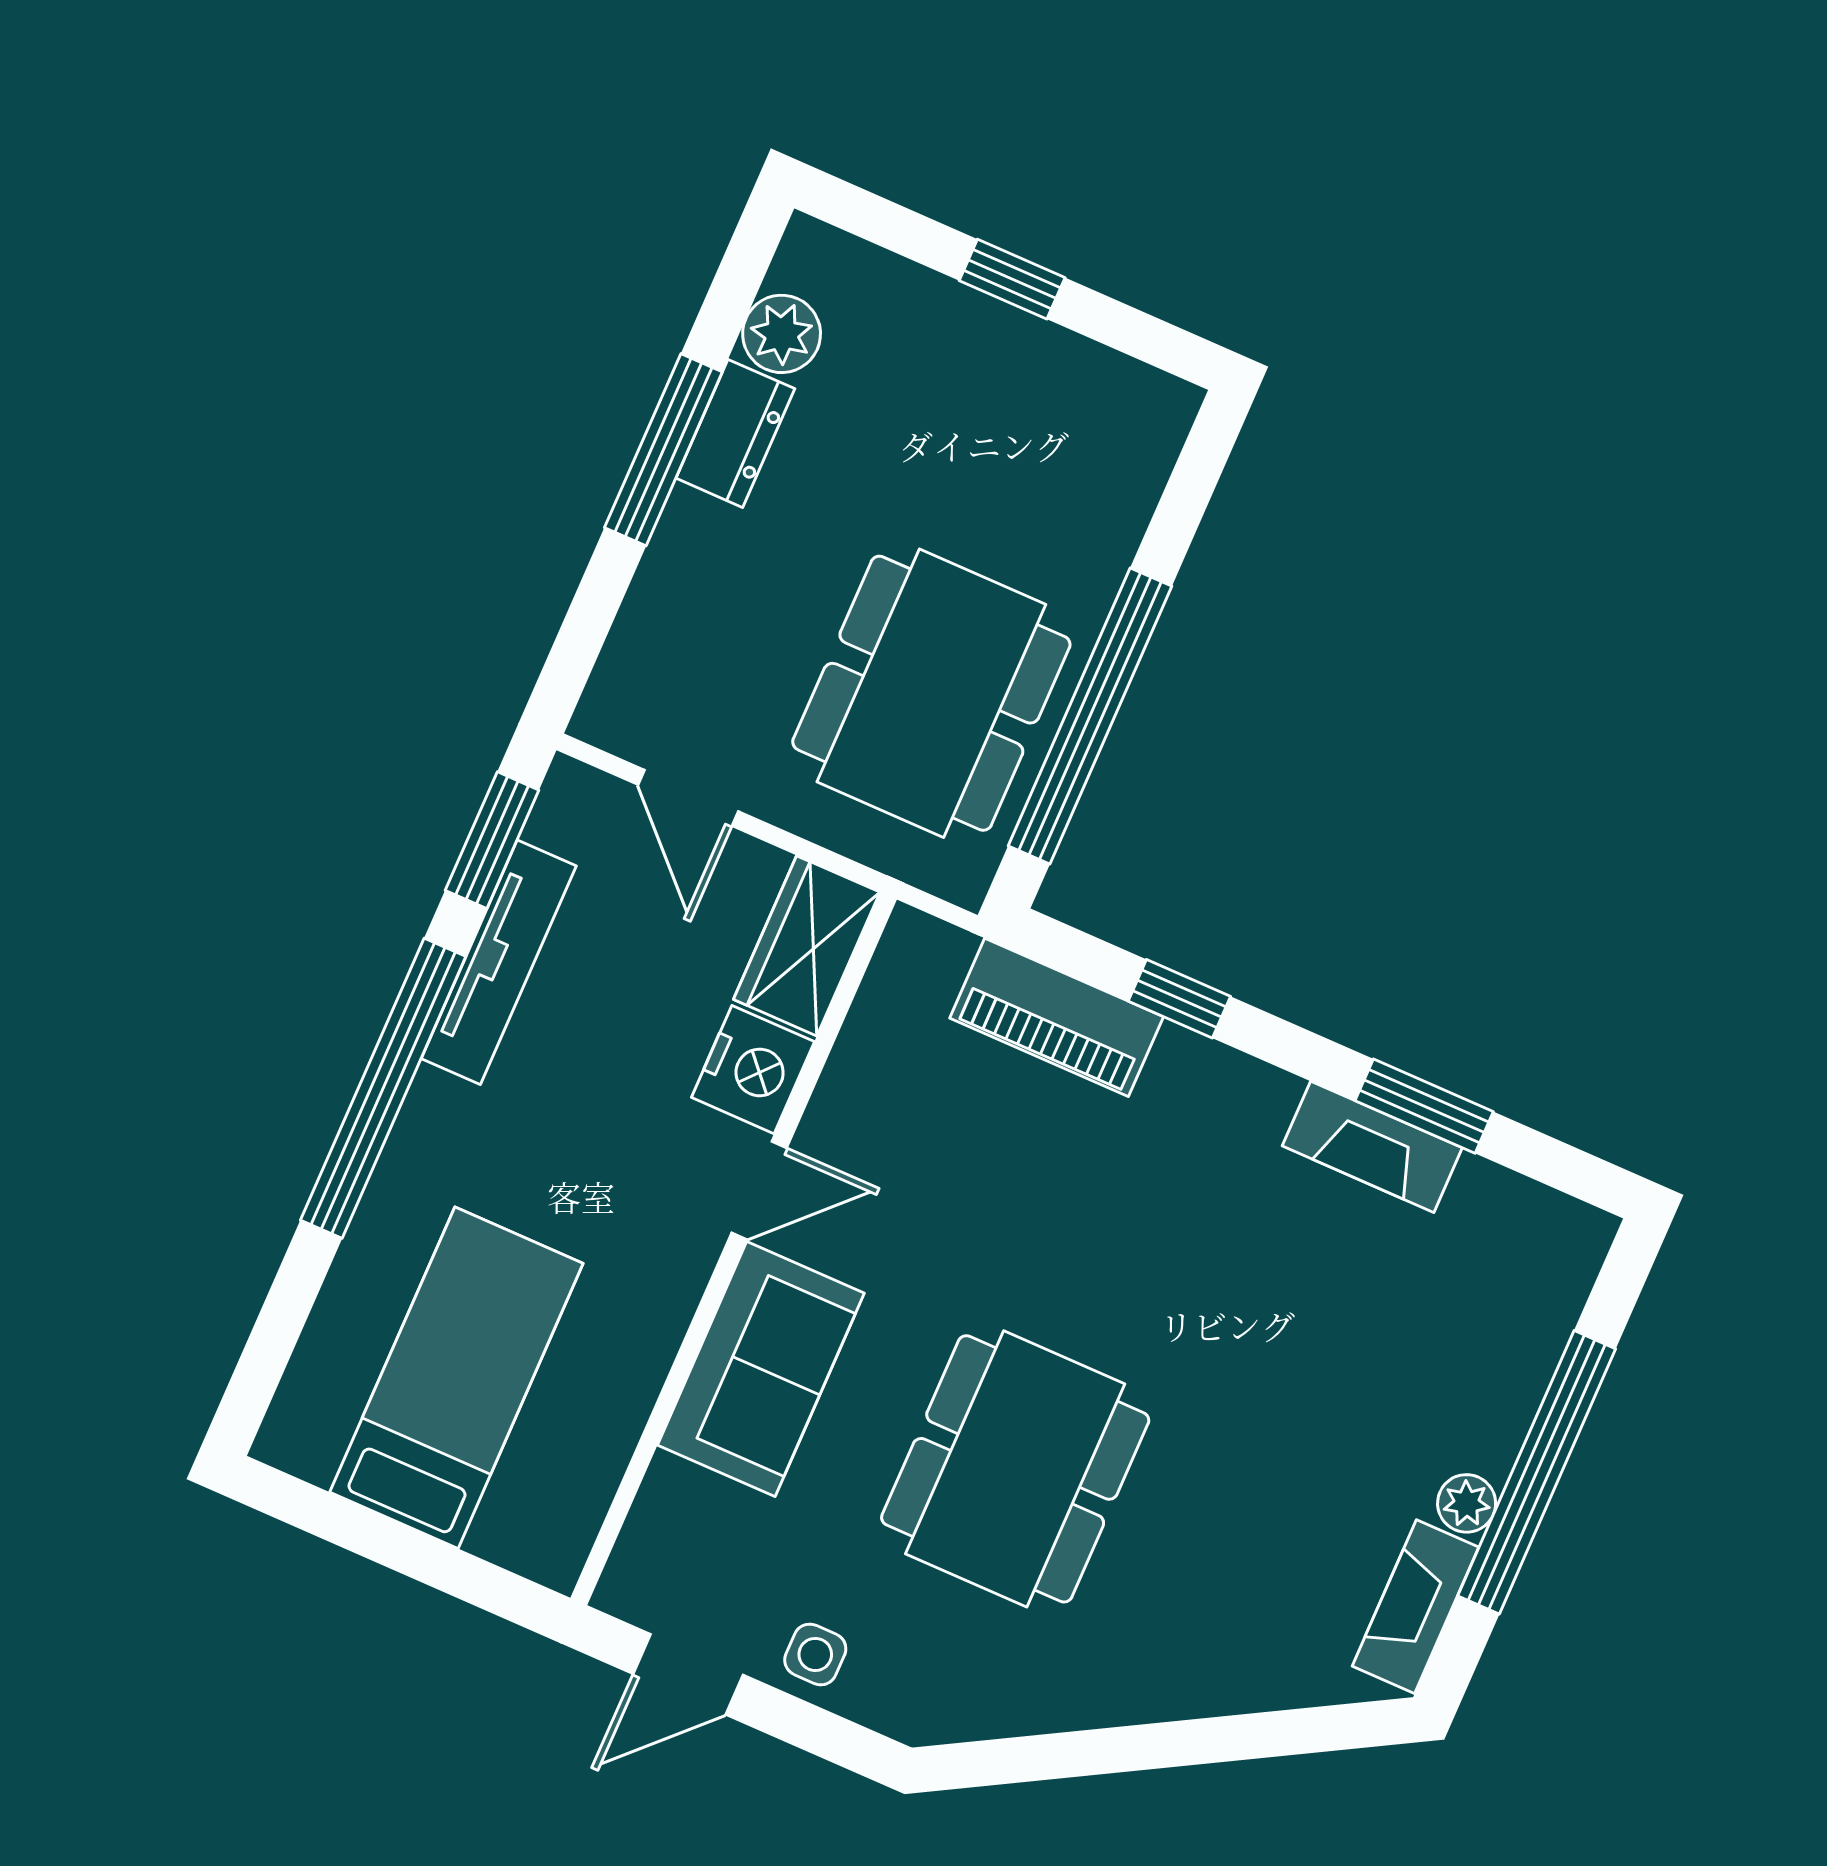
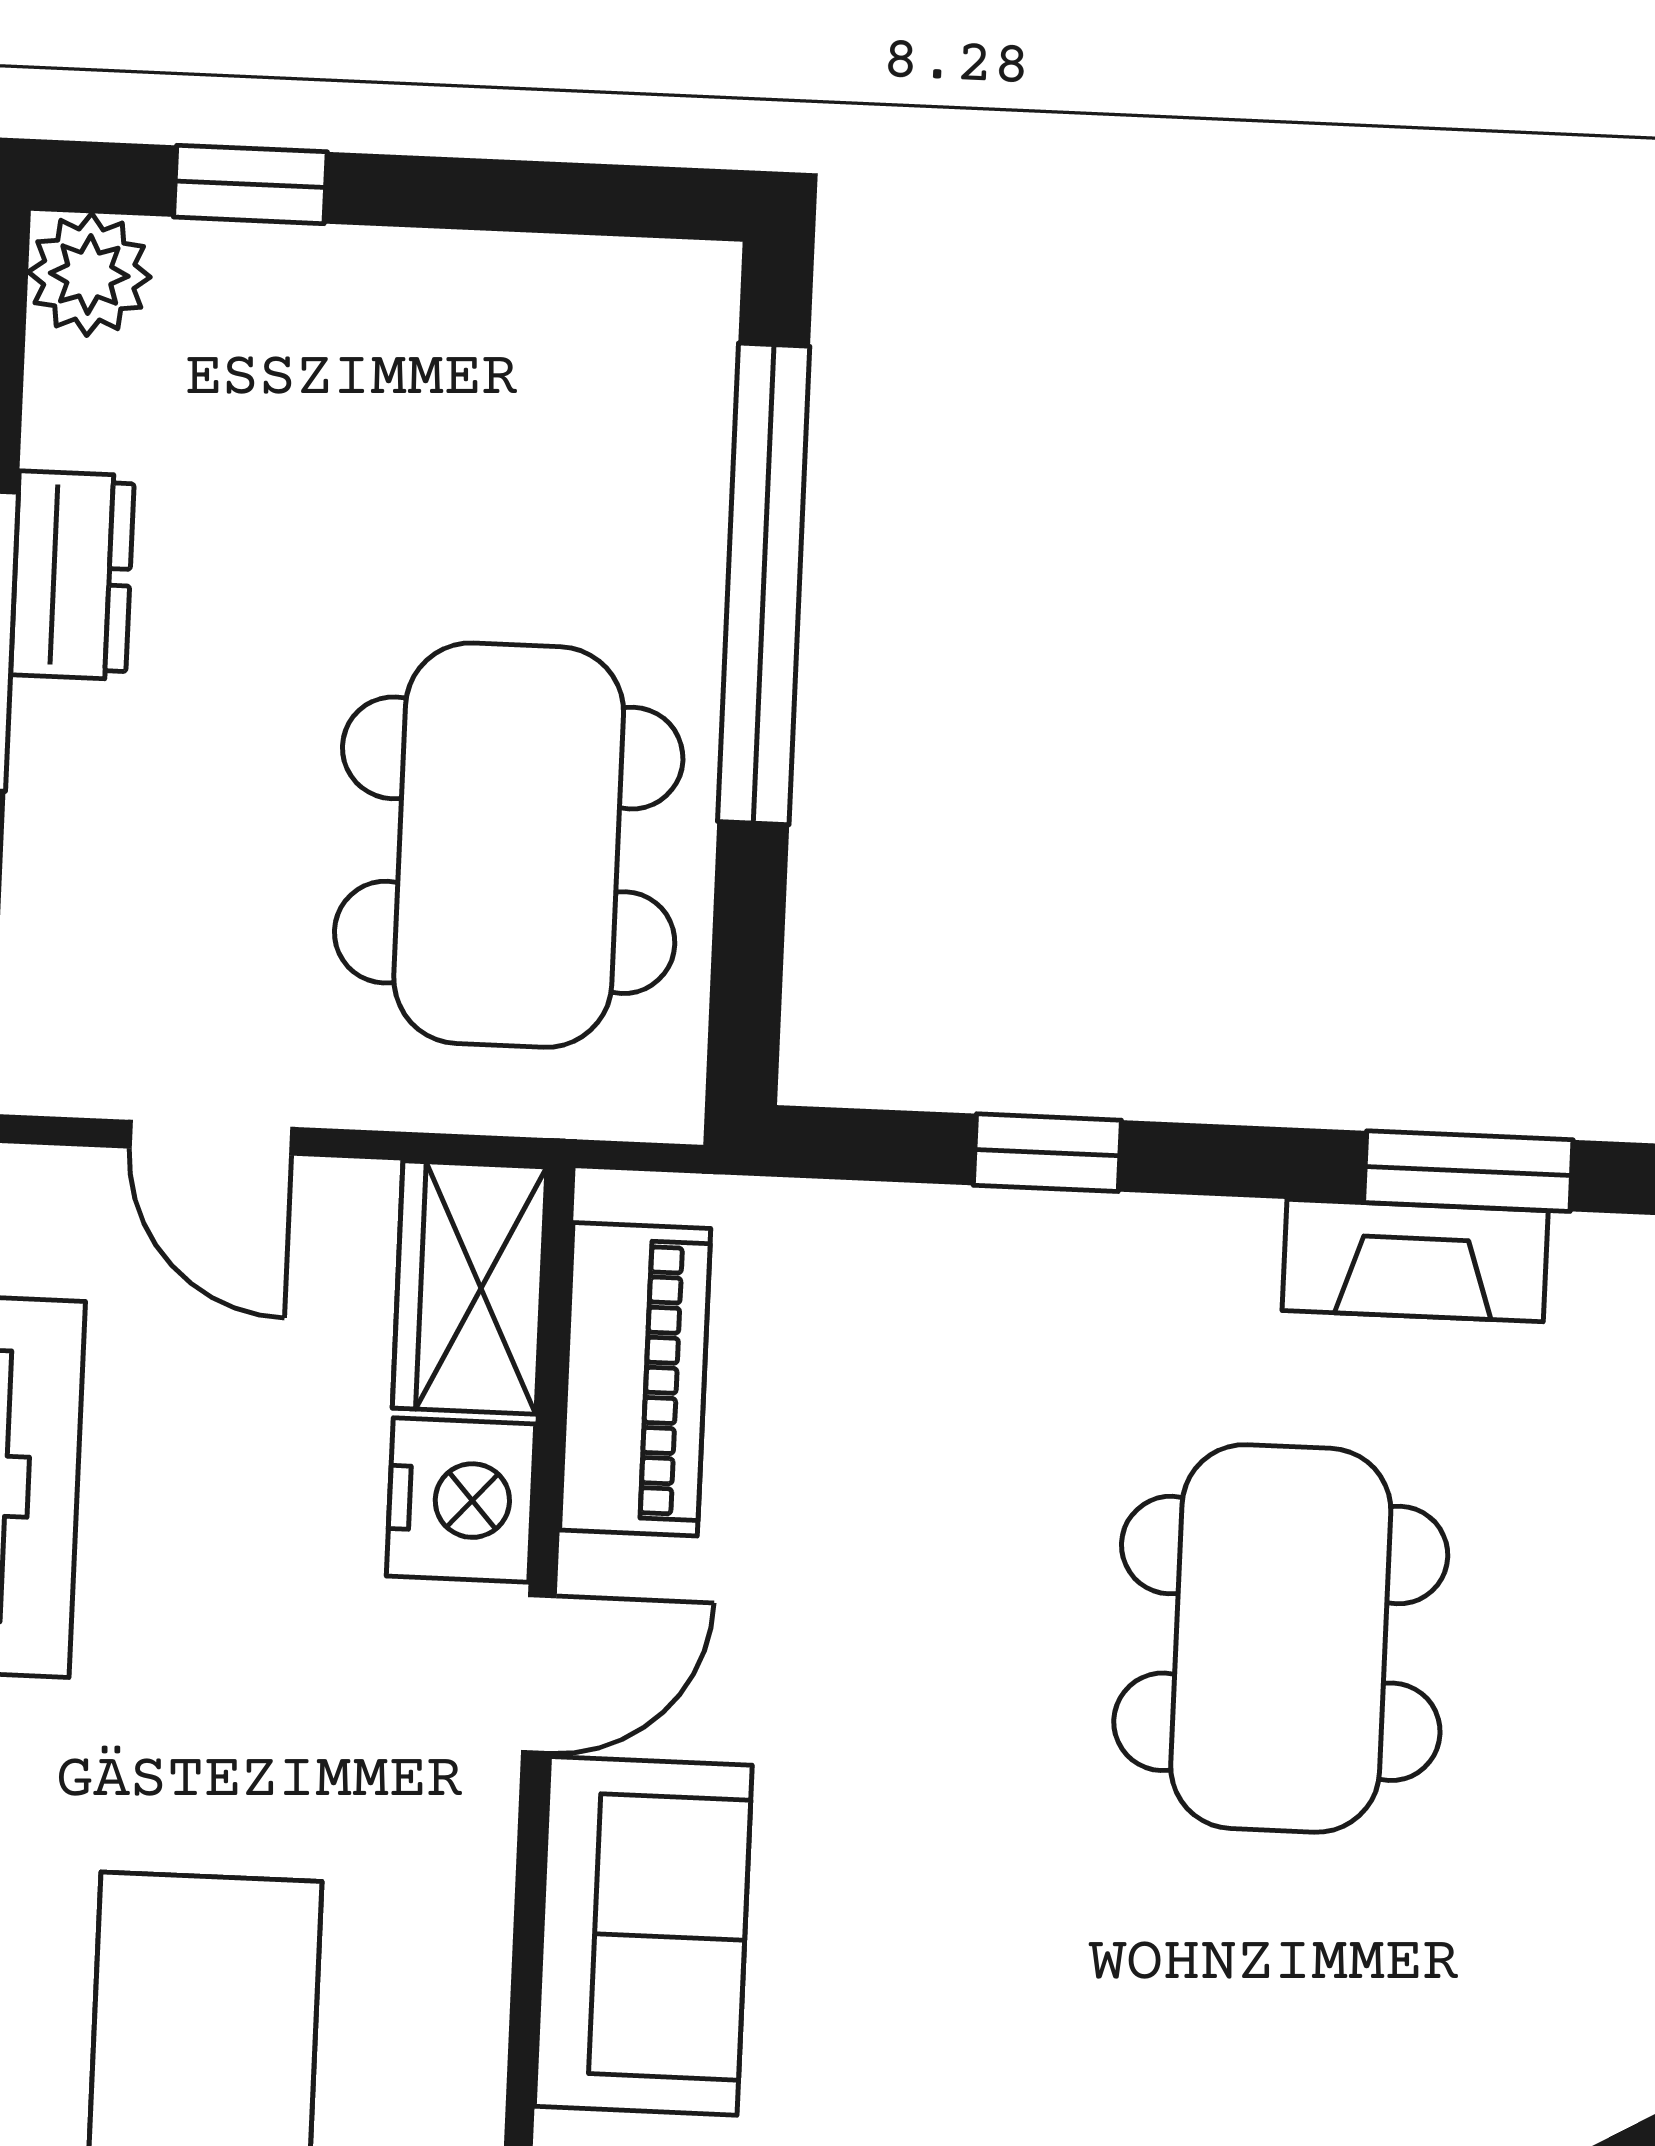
window: (1012, 279) -> (250, 184), moved
plant: (782, 334) -> (89, 275), moved
window: (1090, 716) -> (764, 584), moved
piano: (1057, 1017) -> (635, 1379), moved, turned -90
dining table: (1015, 1469) -> (1281, 1638), moved

